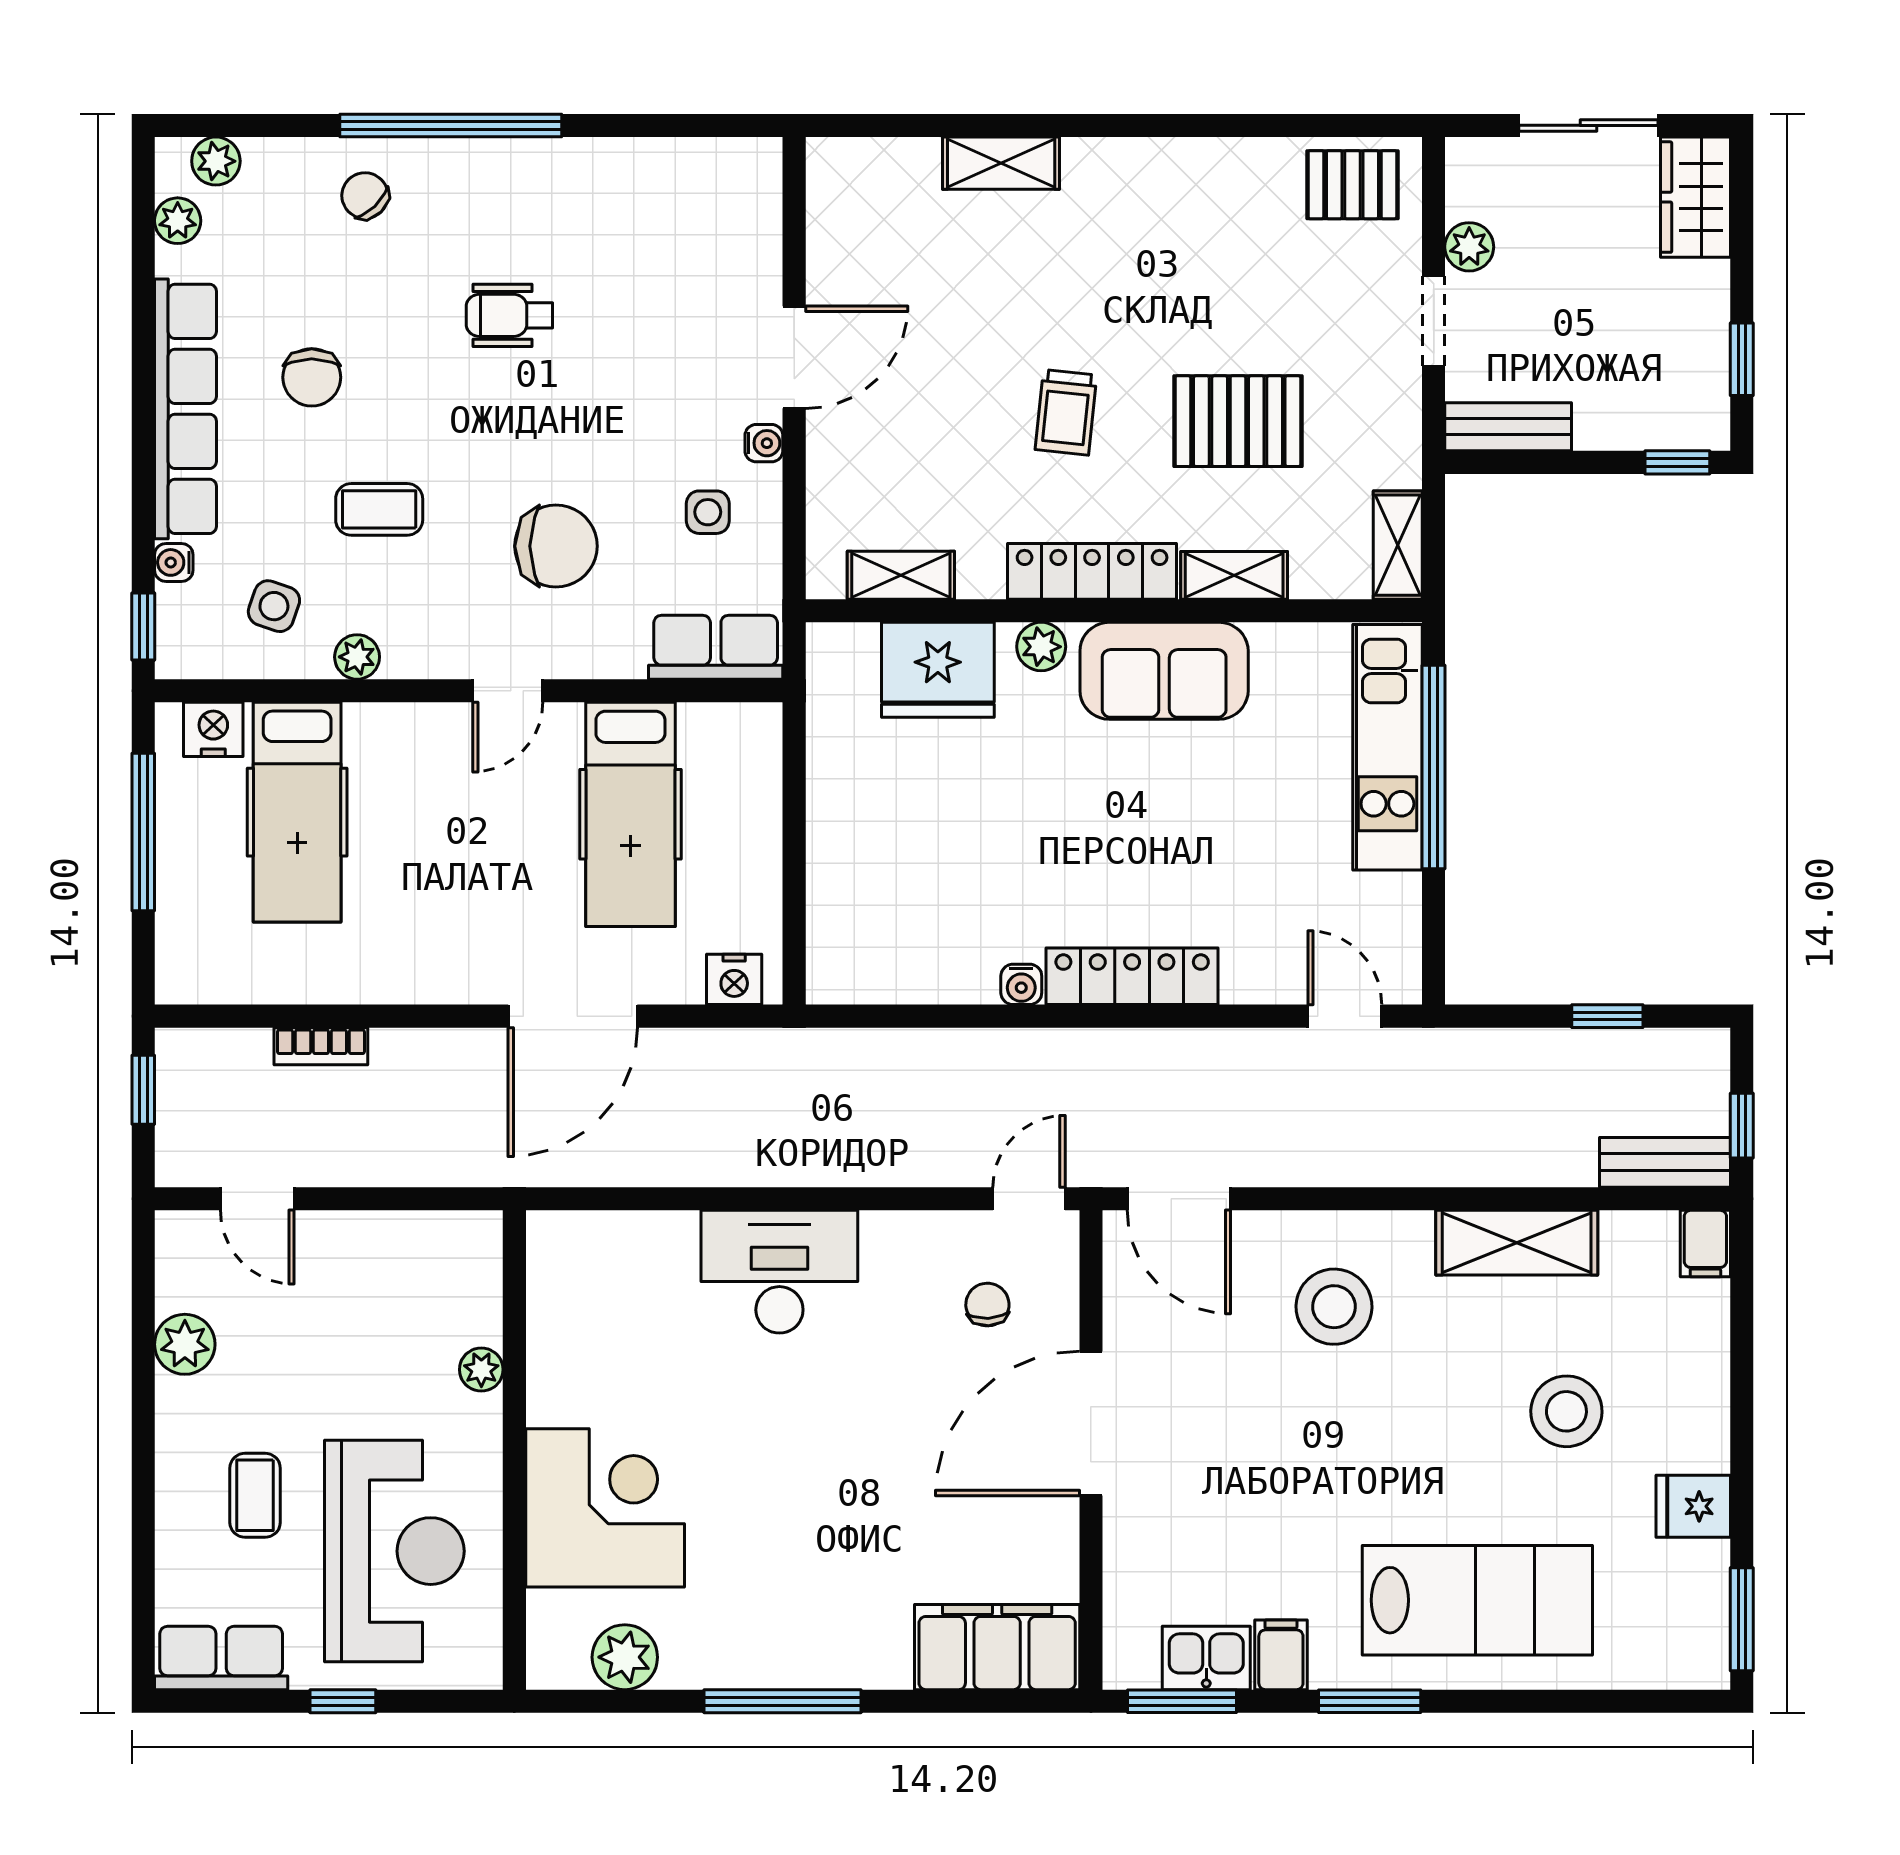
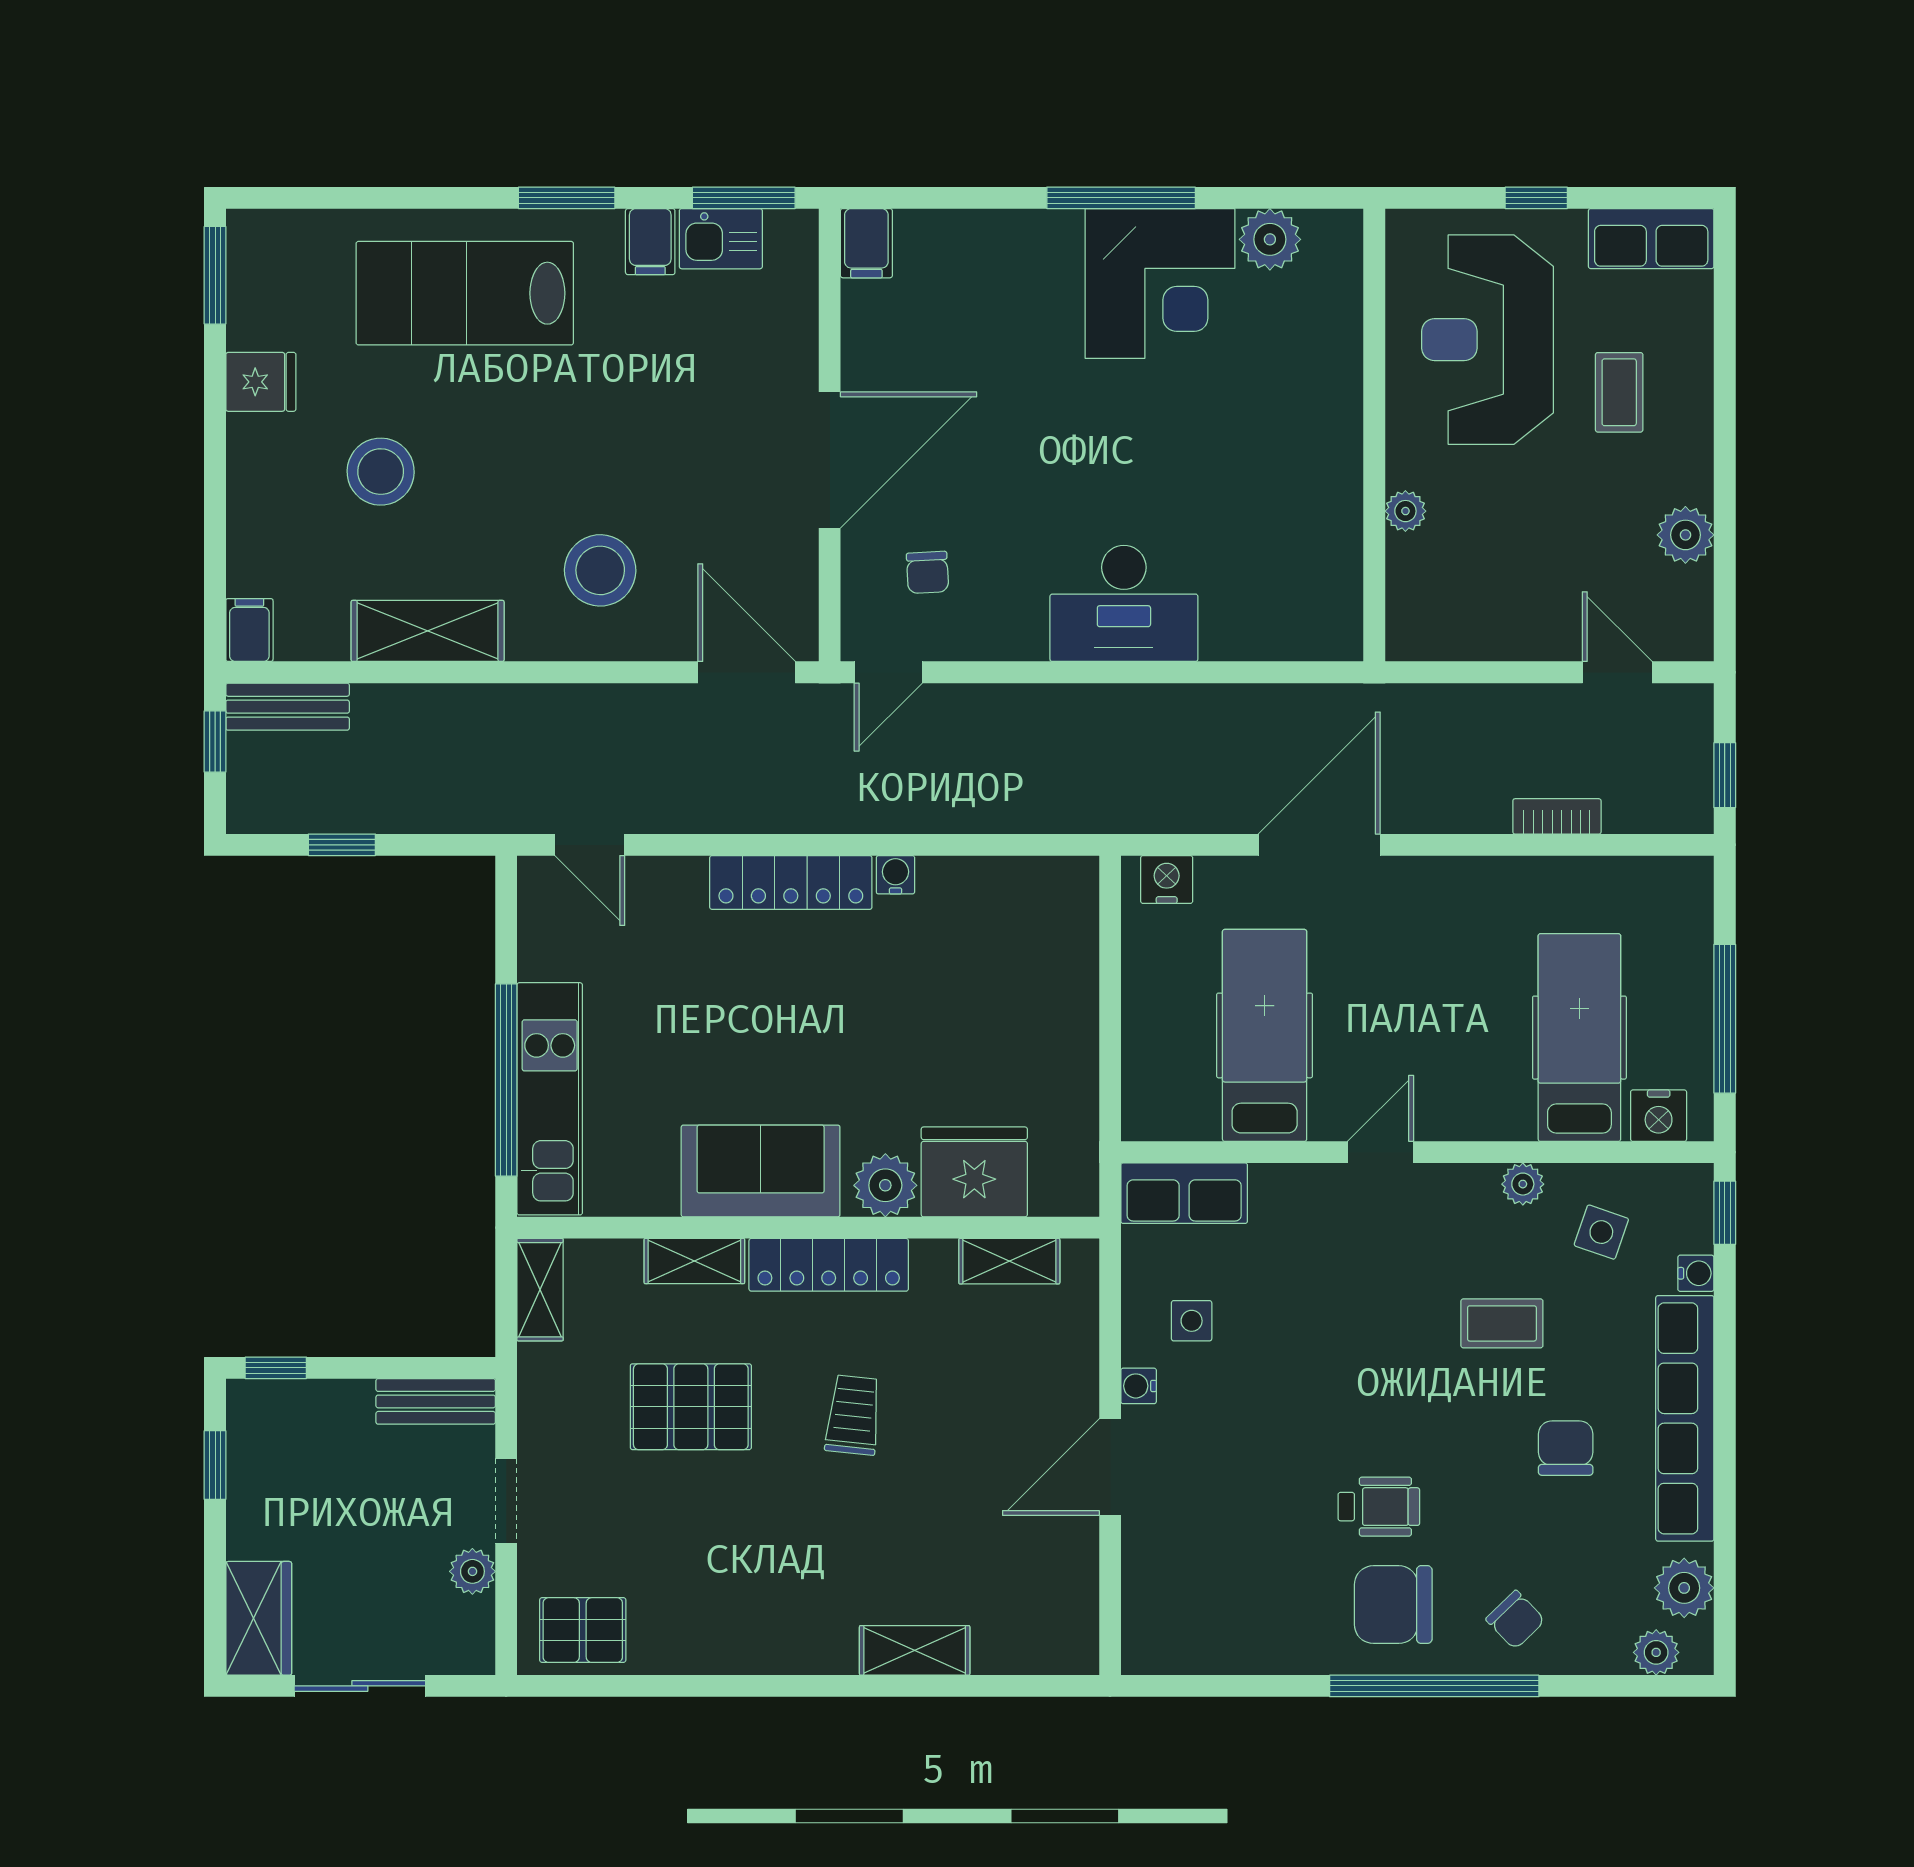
plant: (178, 221) -> (1684, 1588), width x1.38, depth x1.38
chair: (556, 546) -> (1393, 1605), moved
plant: (1041, 647) -> (885, 1185), width x1.38, depth x1.38
corner desk: (605, 1508) -> (1160, 283), moved, turned -90
filing cabinet: (997, 1647) -> (866, 243), width x0.33, depth x0.86

